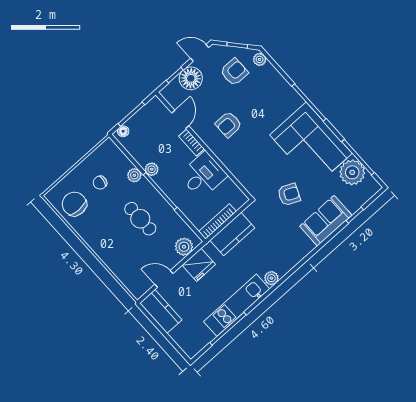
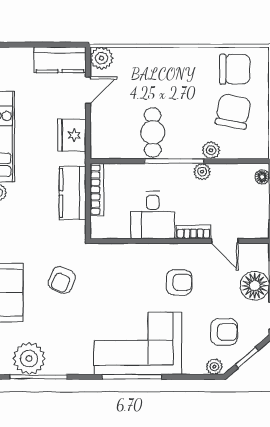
armchair: (234, 72) -> (224, 332), turned -90
armchair: (229, 124) -> (179, 282), turned 90
corner sofa: (311, 144) -> (138, 343), moved
chair: (100, 183) -> (233, 112), width x1.87, depth x1.87
cafe table: (140, 219) -> (153, 132), moved, turned 90
plant: (184, 247) -> (101, 58), moved

